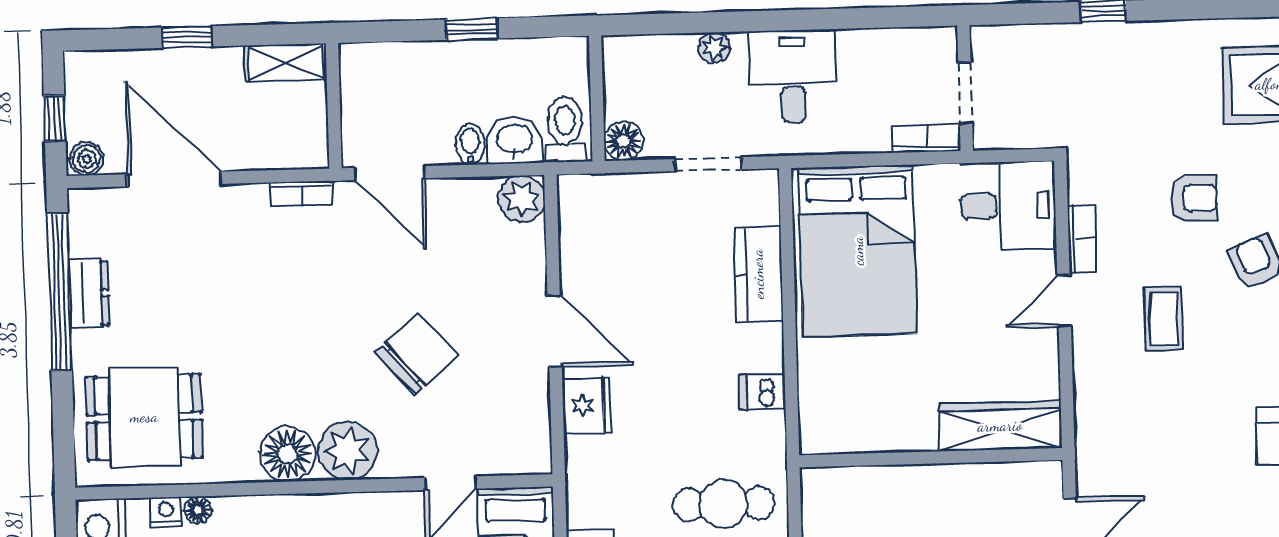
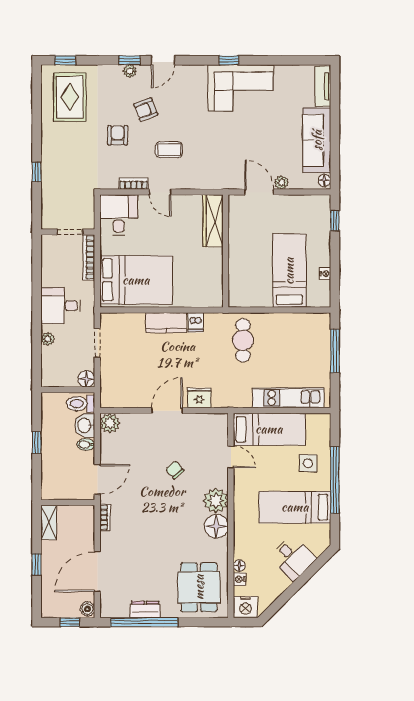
bookcase: (926, 138) -> (89, 257), width x1.56
kitchen counter: (758, 274) -> (166, 323), moved
chair: (417, 353) -> (175, 470), width x0.54, depth x0.54

